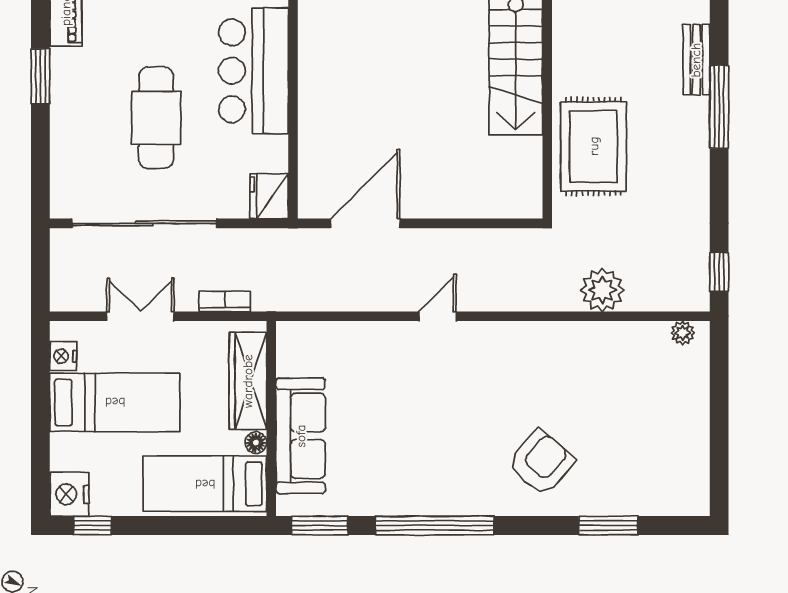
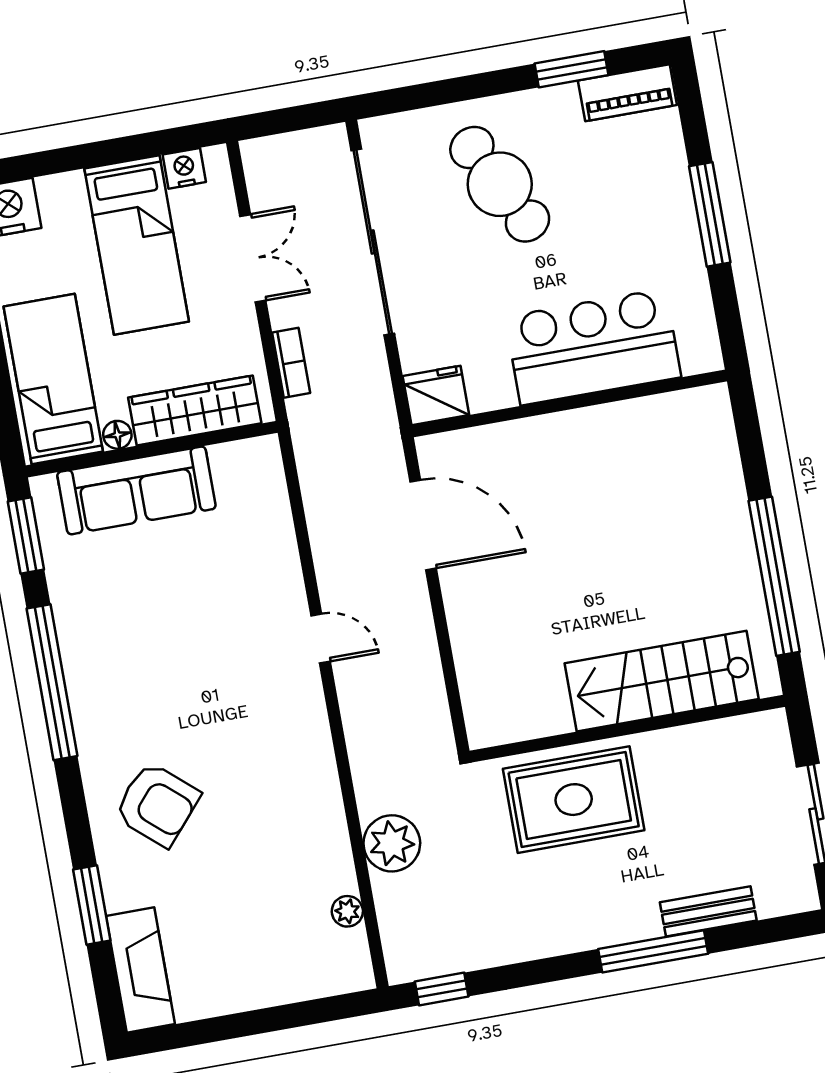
window: (40, 76) -> (572, 69), moved
cafe table: (156, 118) -> (500, 184), moved, turned 63
plant: (683, 333) -> (347, 911), moved
fireplace: (664, 497) -> (140, 970), added

